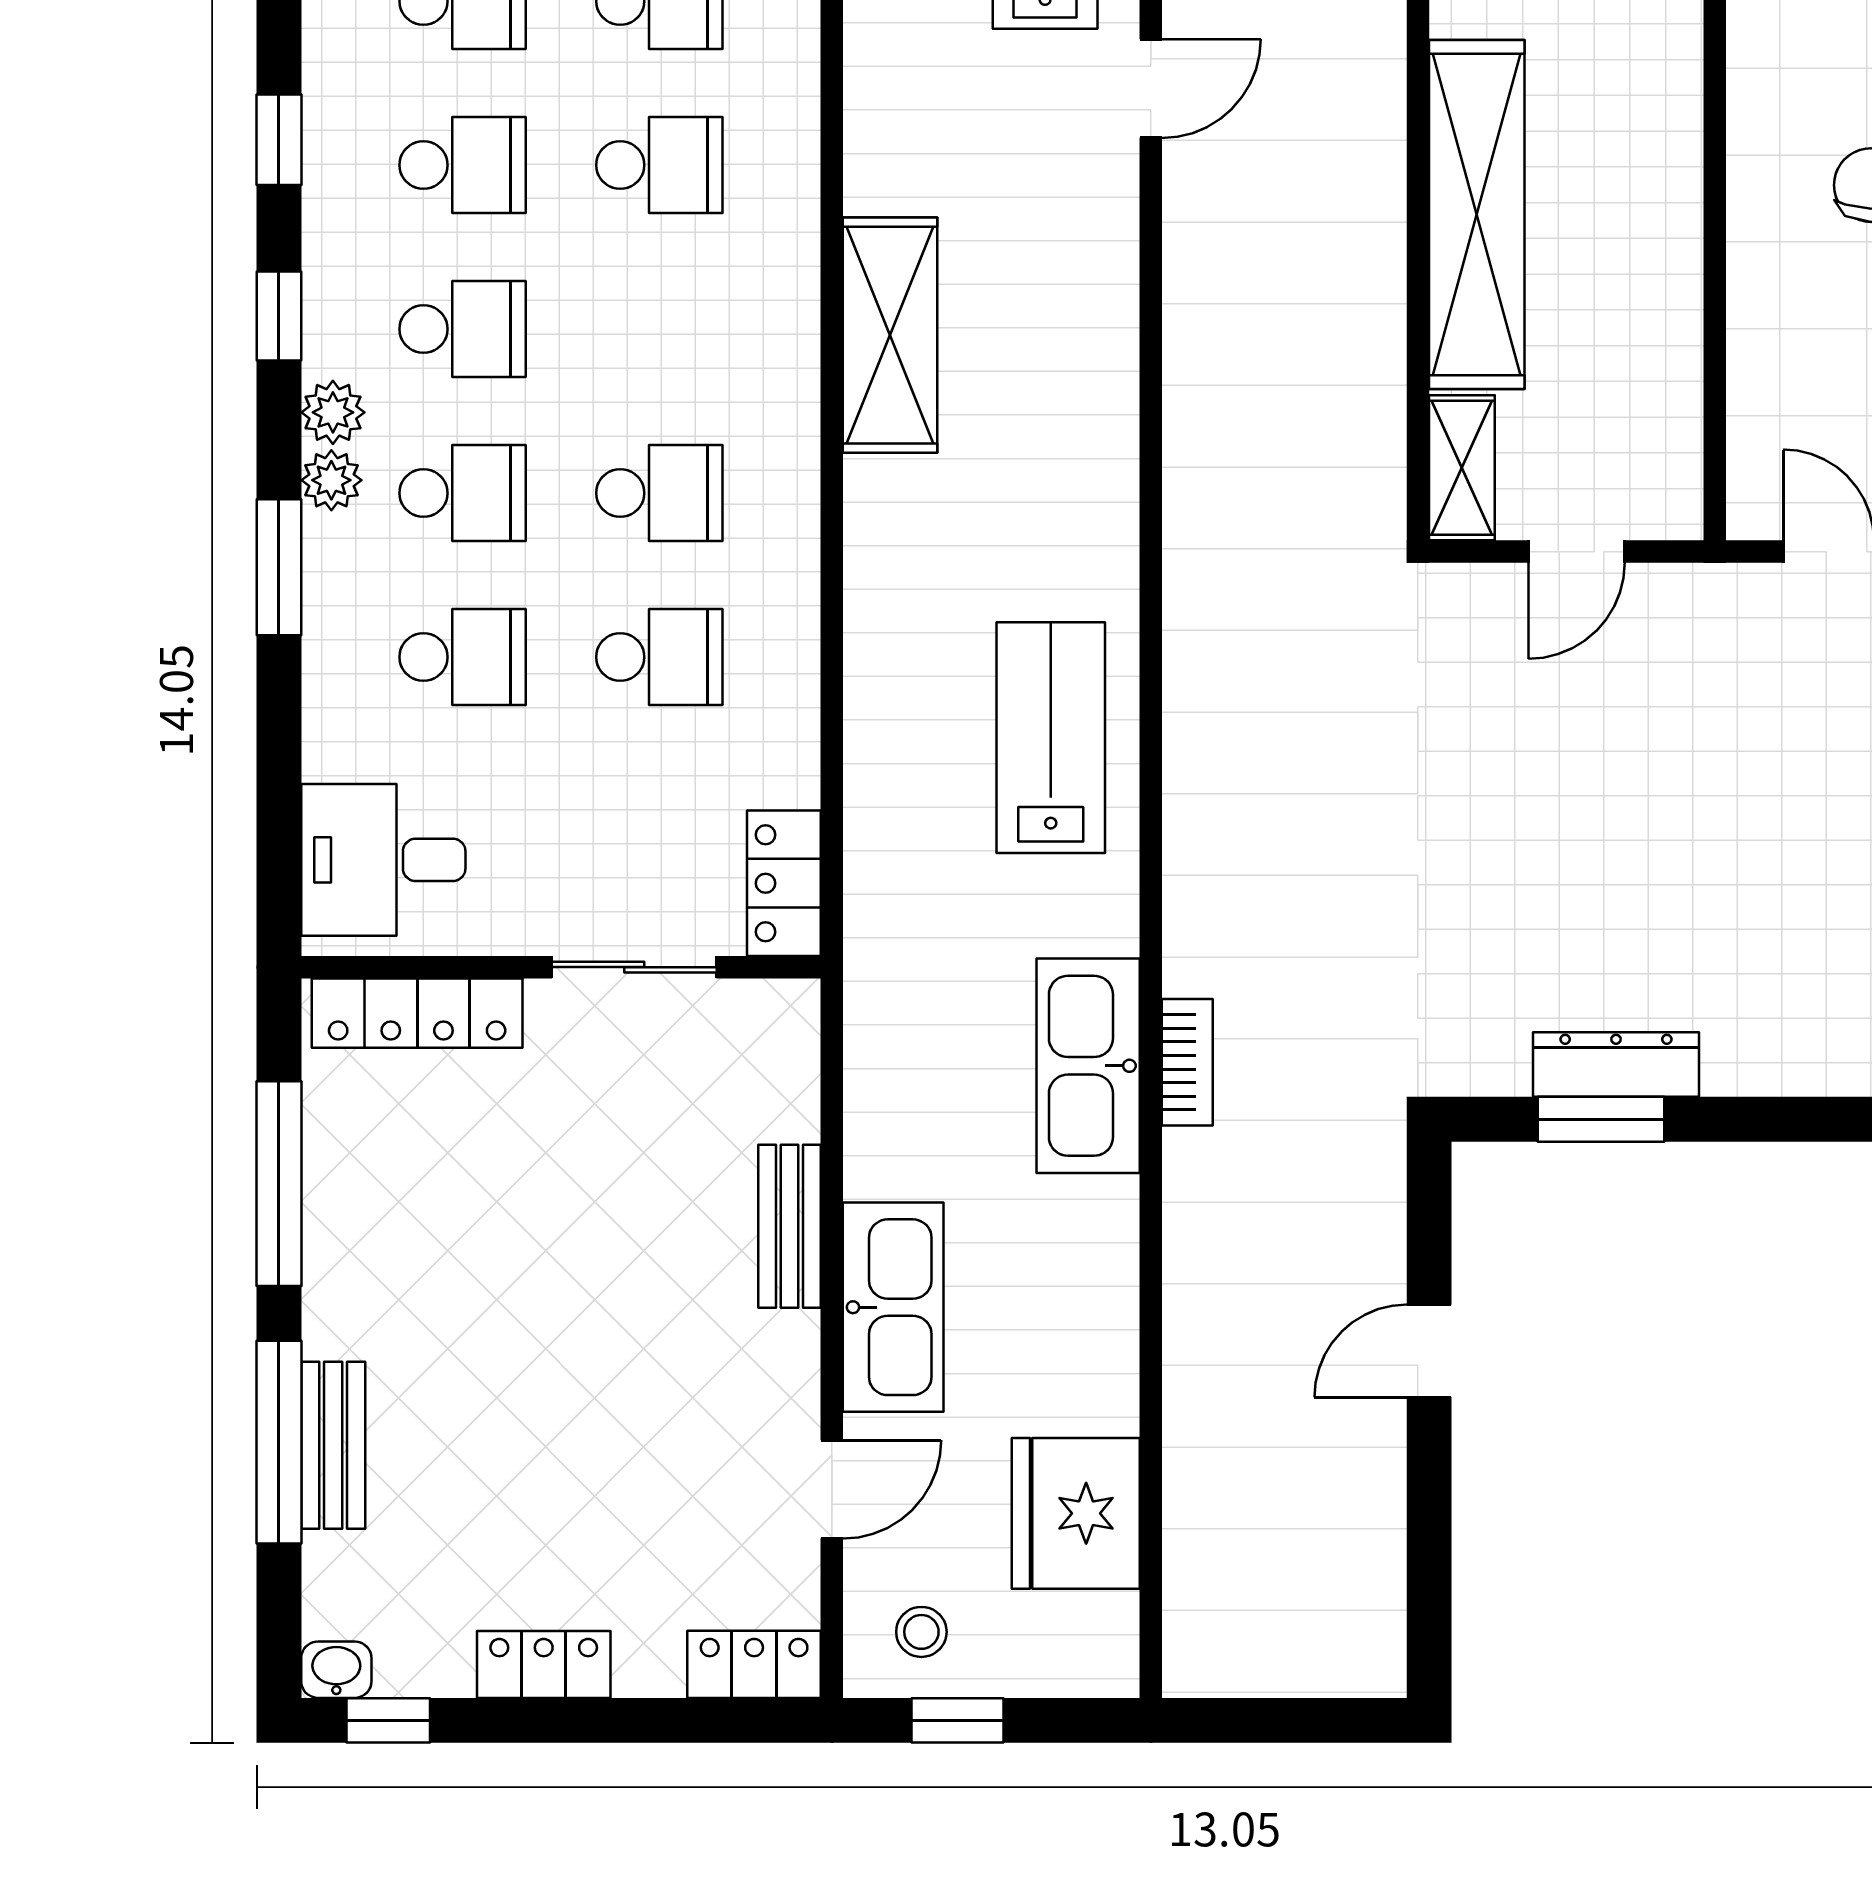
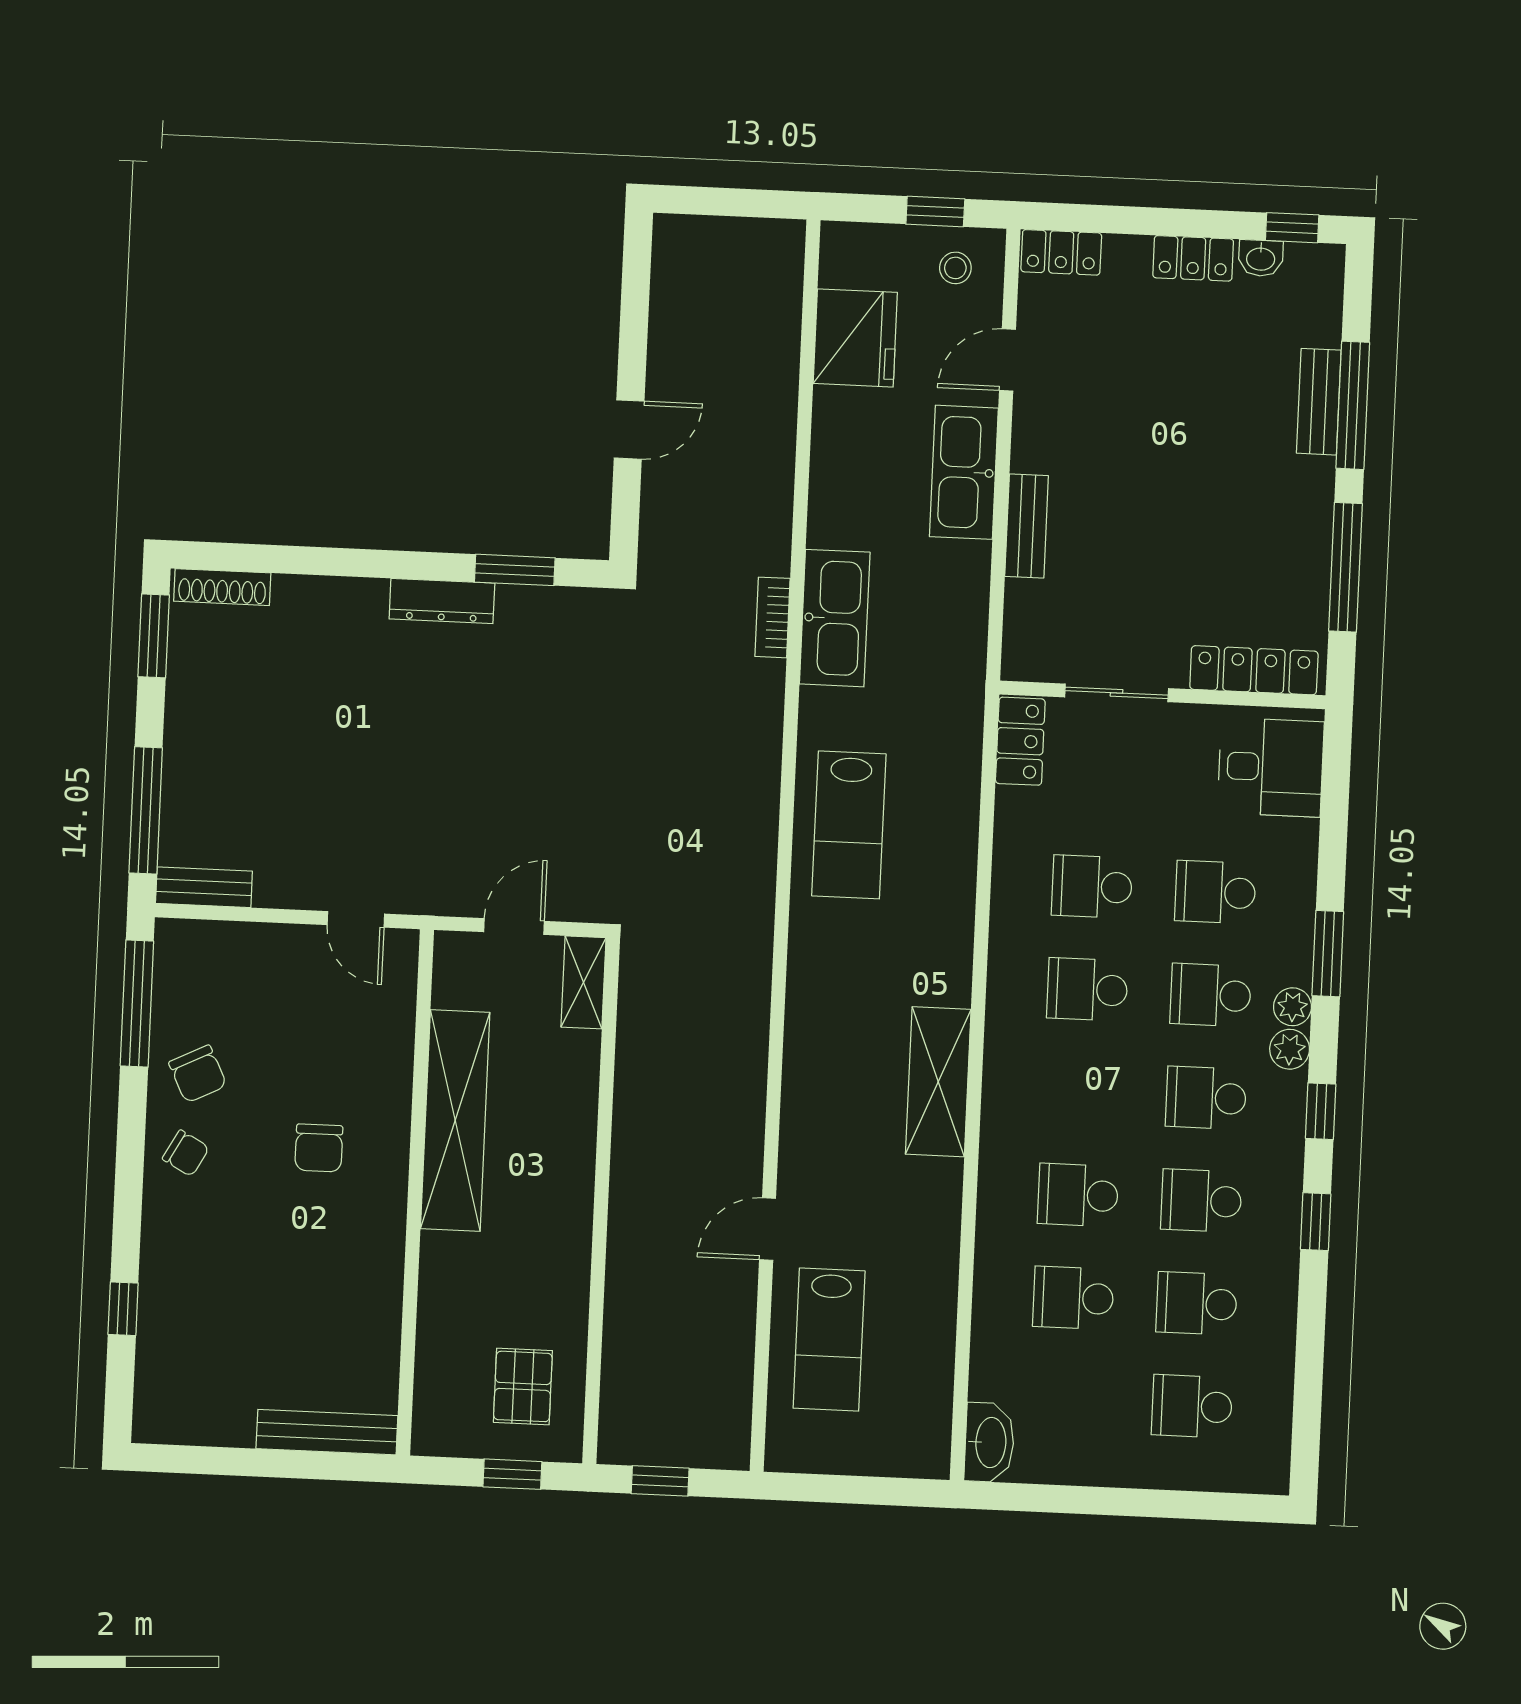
shelving: (1477, 215) -> (455, 1120), moved
dresser: (1616, 1065) -> (442, 601), moved
washbasin: (336, 1670) -> (1261, 258), moved

